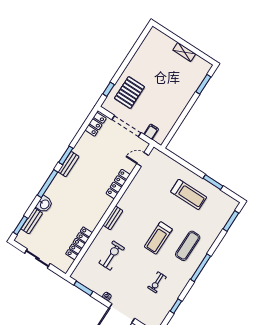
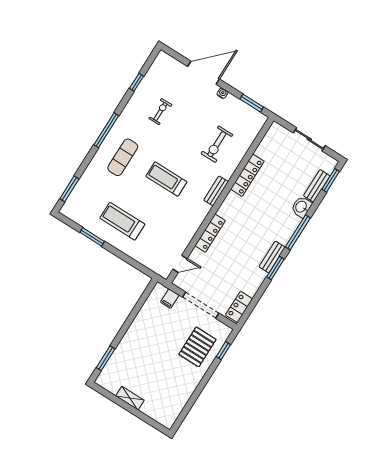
treadmill: (158, 238) -> (166, 179), moved, turned -90
locker: (79, 243) -> (247, 175), moved

